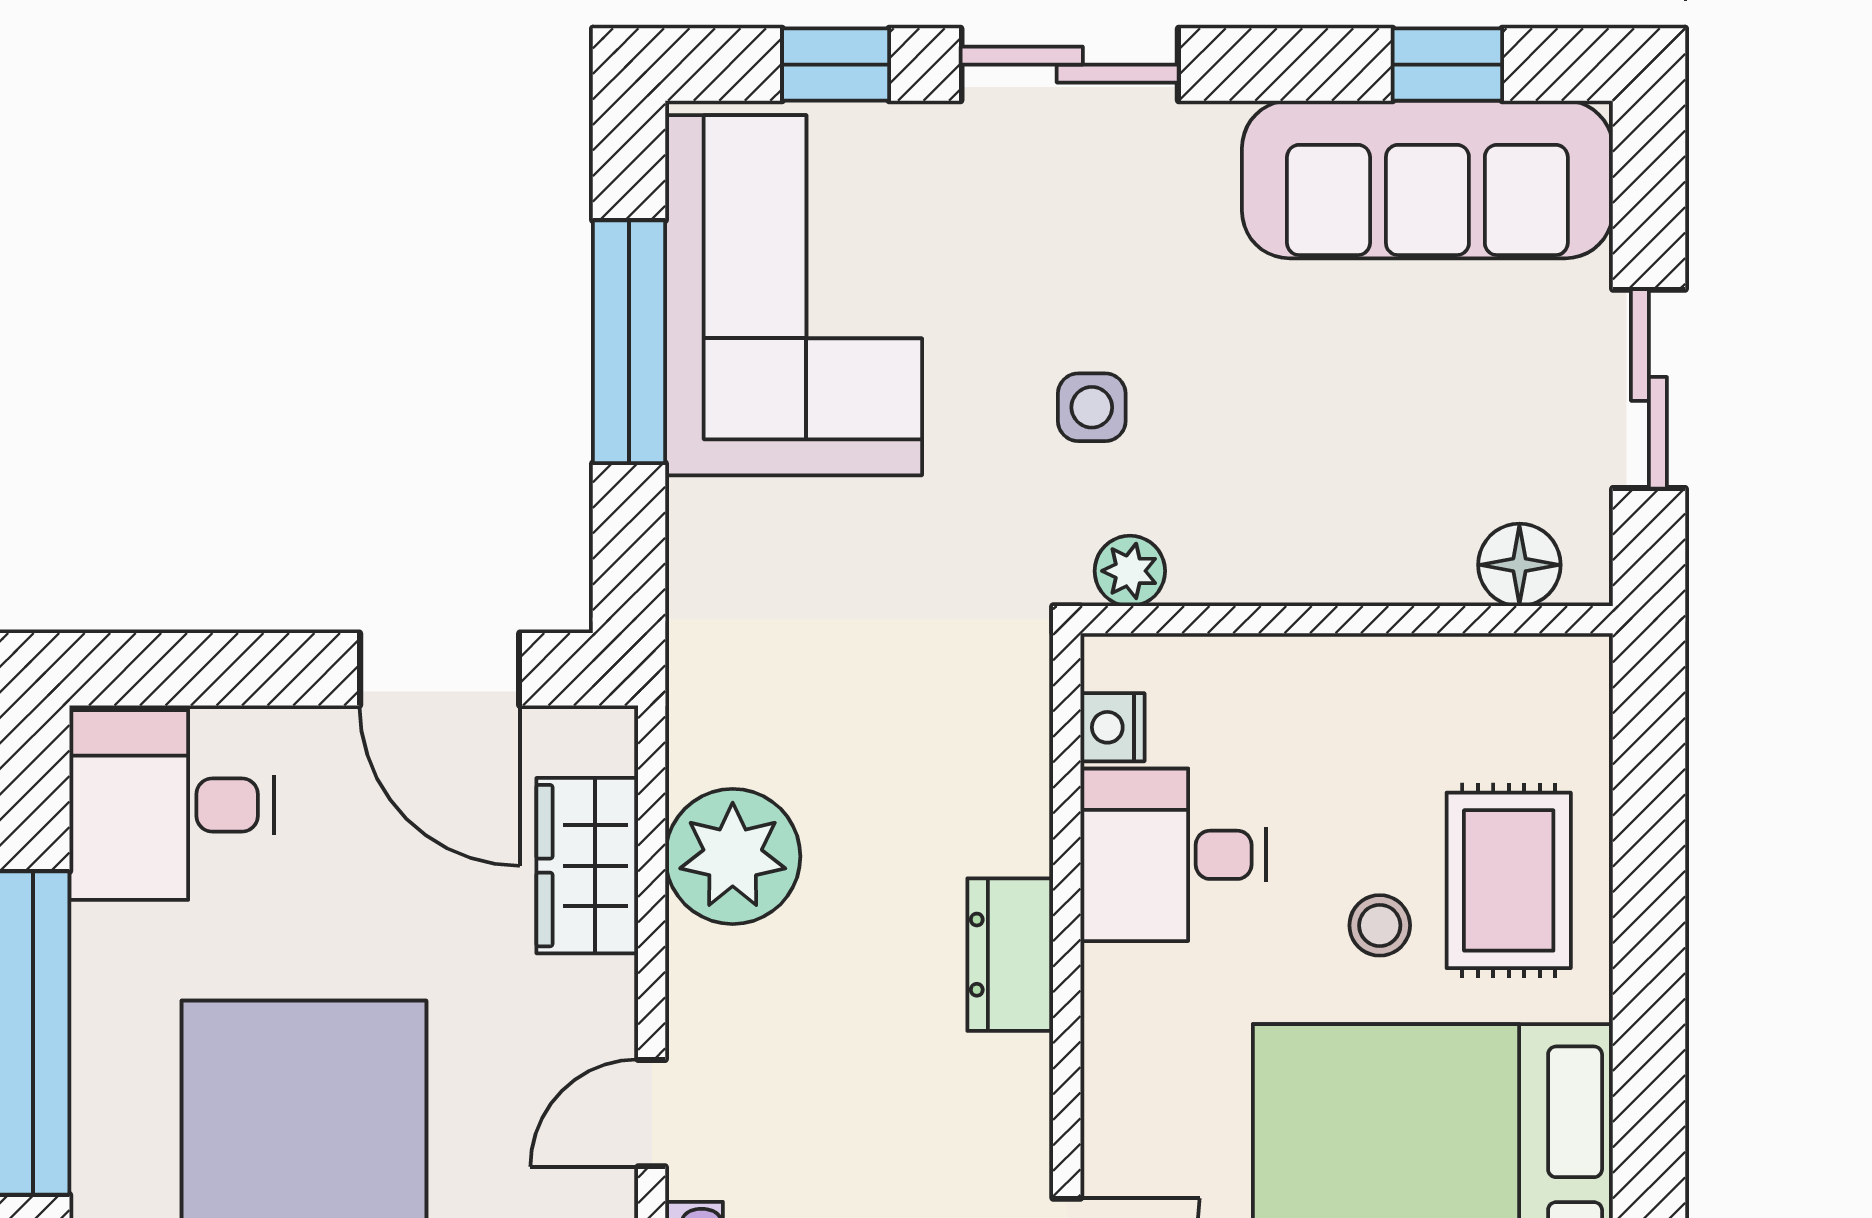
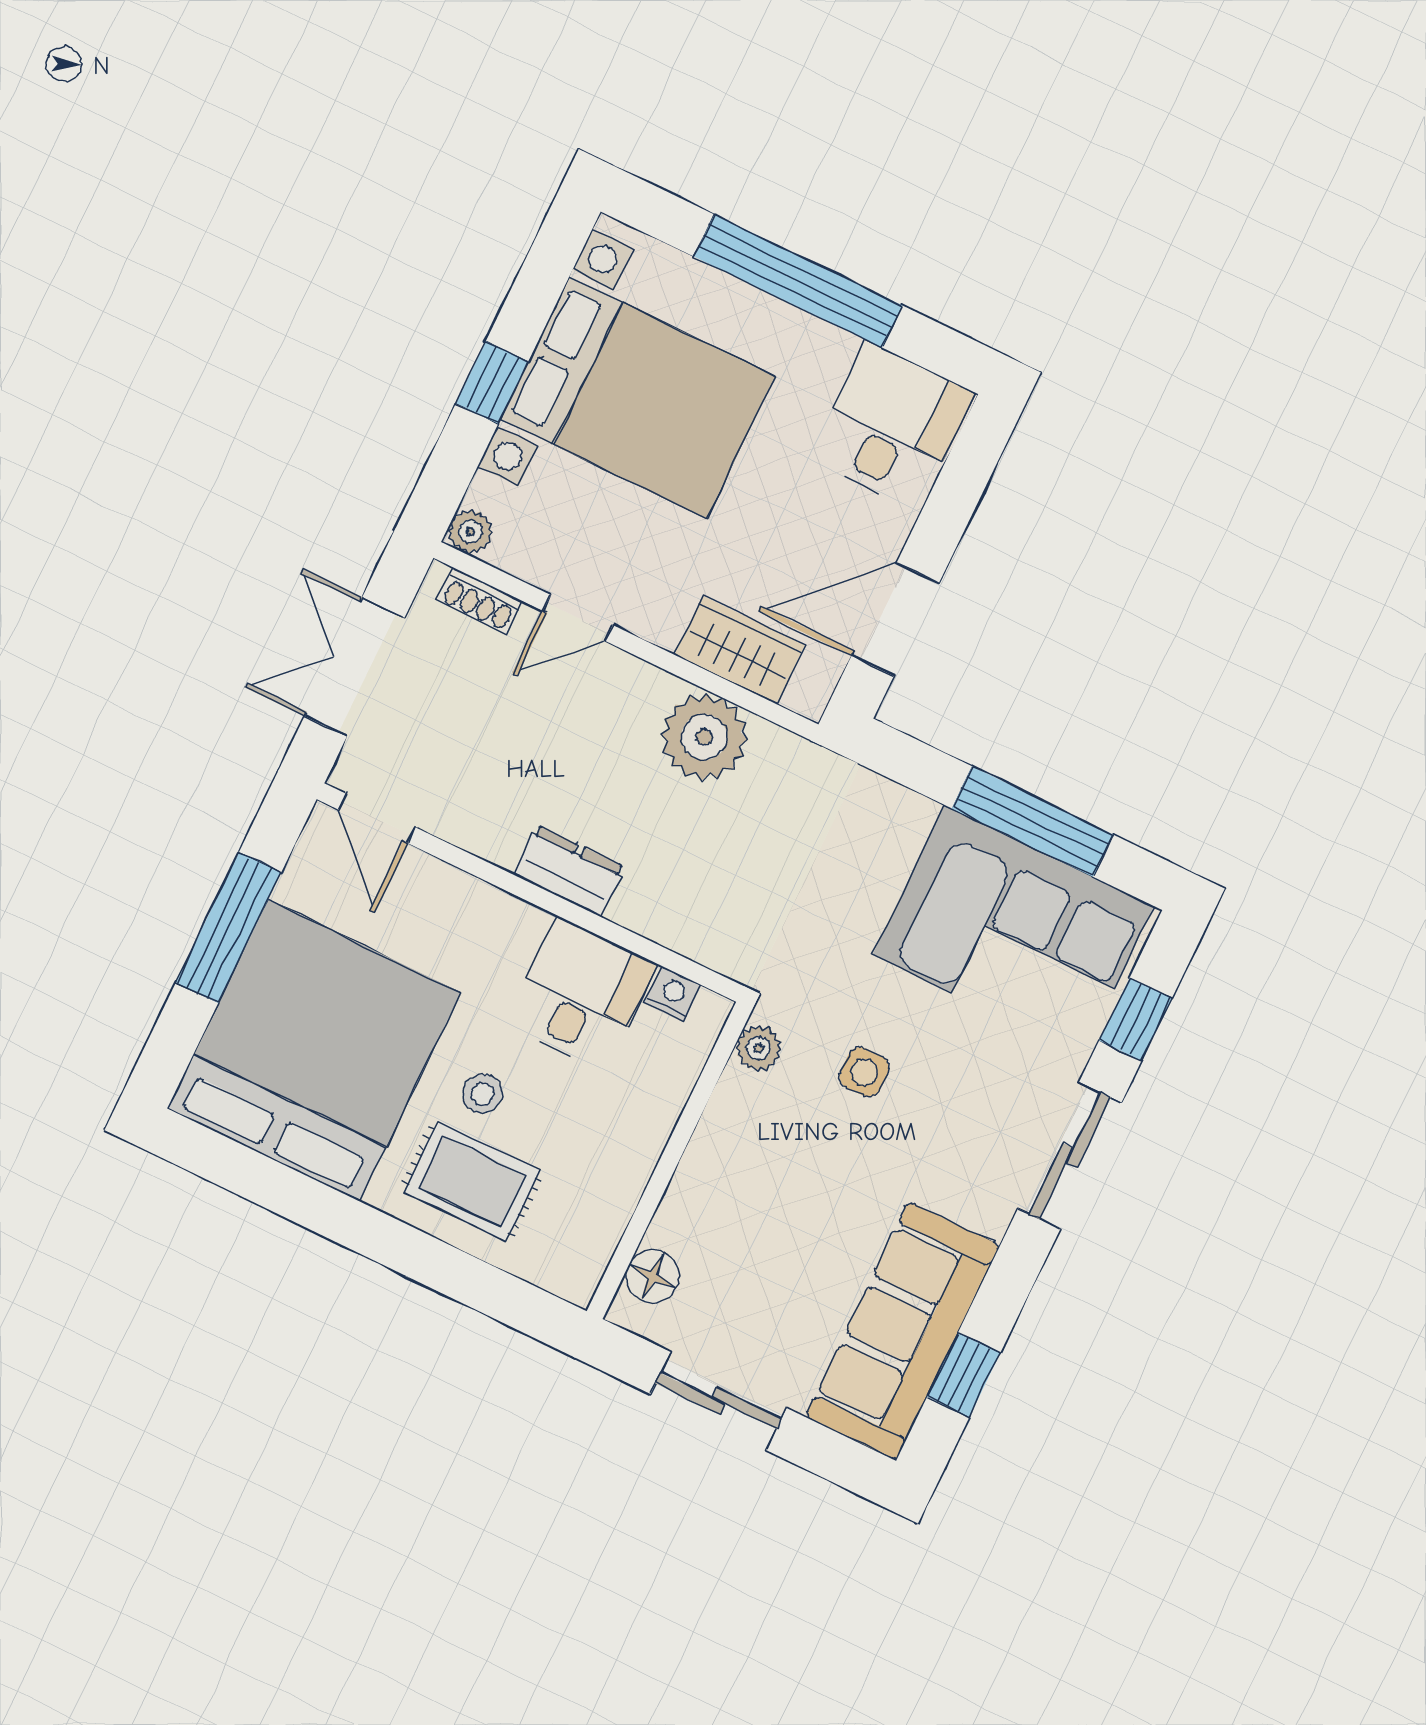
door: (652, 1113) -> (578, 618), swing flipped

